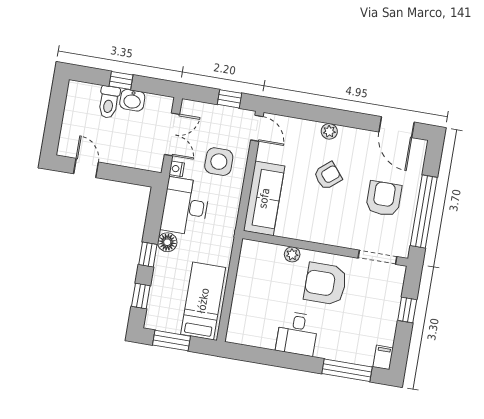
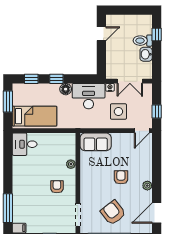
window: (121, 80) -> (157, 35), moved
plant: (329, 131) -> (147, 186), moved
armchair: (328, 176) -> (121, 177), turned -140
sofa: (264, 198) -> (96, 142), width x0.73
armchair: (384, 199) -> (113, 213), turned -128
armchair: (325, 284) -> (57, 187), width x0.53, depth x0.53
desk: (297, 334) -> (25, 144), moved

